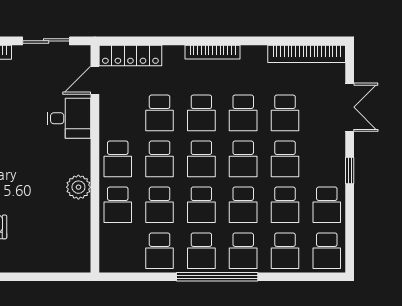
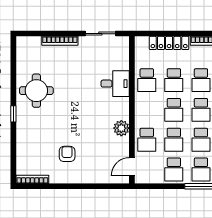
locker: (130, 56) -> (169, 43), moved
door: (95, 80) -> (132, 167), moved
school desk: (118, 159) -> (147, 80), moved

